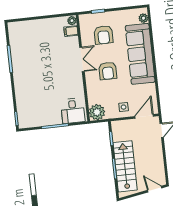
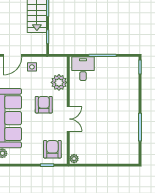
filing cabinet: (71, 31) -> (76, 148), removed
armchair: (104, 35) -> (52, 149), moved
double door: (82, 59) -> (68, 119), swing flipped
plant: (97, 112) -> (59, 82), moved

